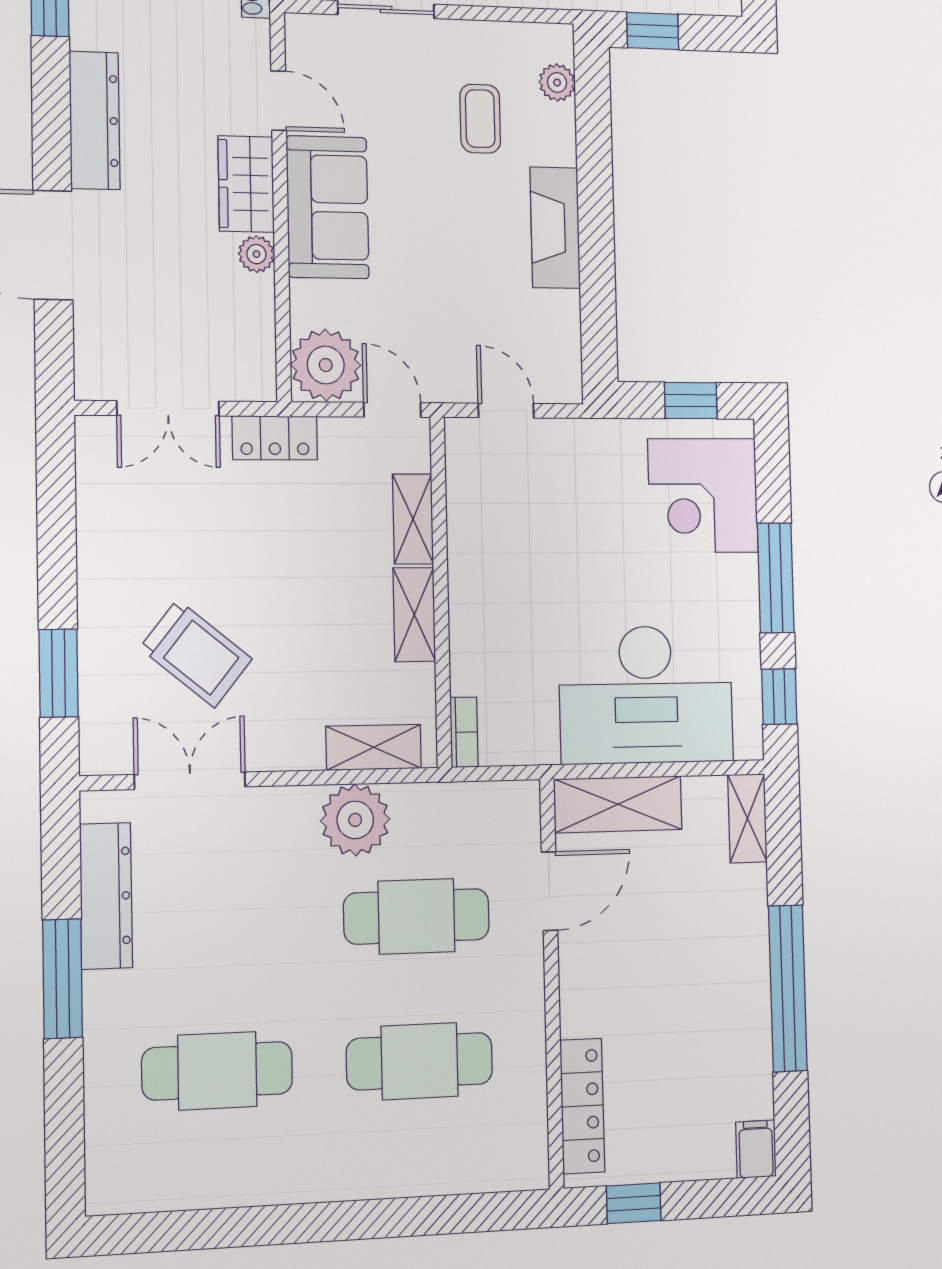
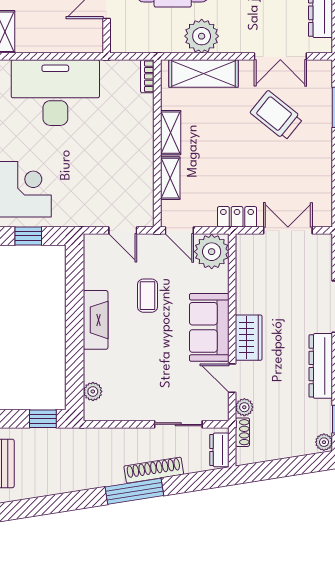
coffee table: (480, 119) -> (147, 296), moved
plant: (256, 254) -> (244, 407), moved
shelving: (374, 747) -> (203, 74), width x1.50, depth x1.33
shelving: (618, 804) -> (71, 40), removed

